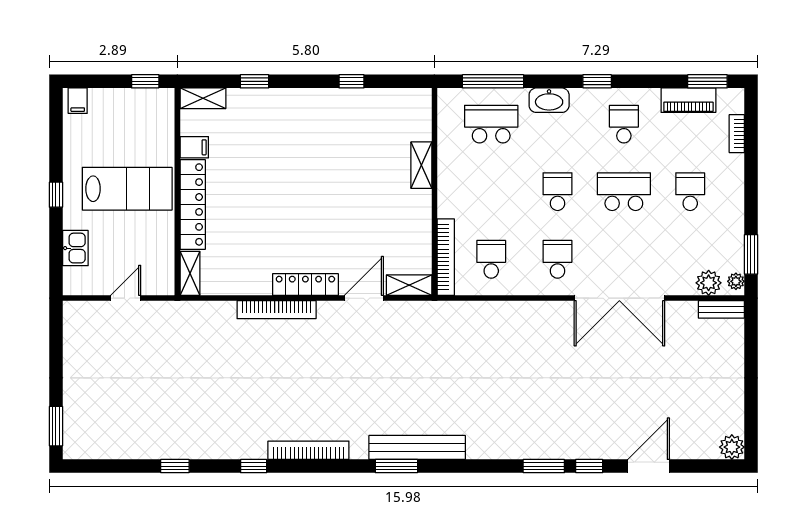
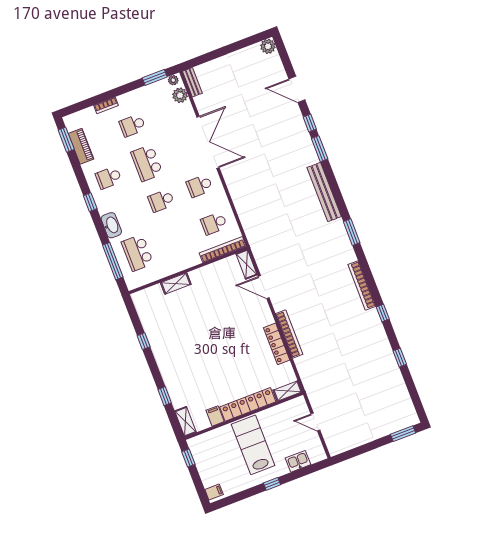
bookcase: (737, 134) -> (106, 105), moved
locker: (305, 285) -> (277, 344), moved
bench: (417, 447) -> (324, 192), moved

